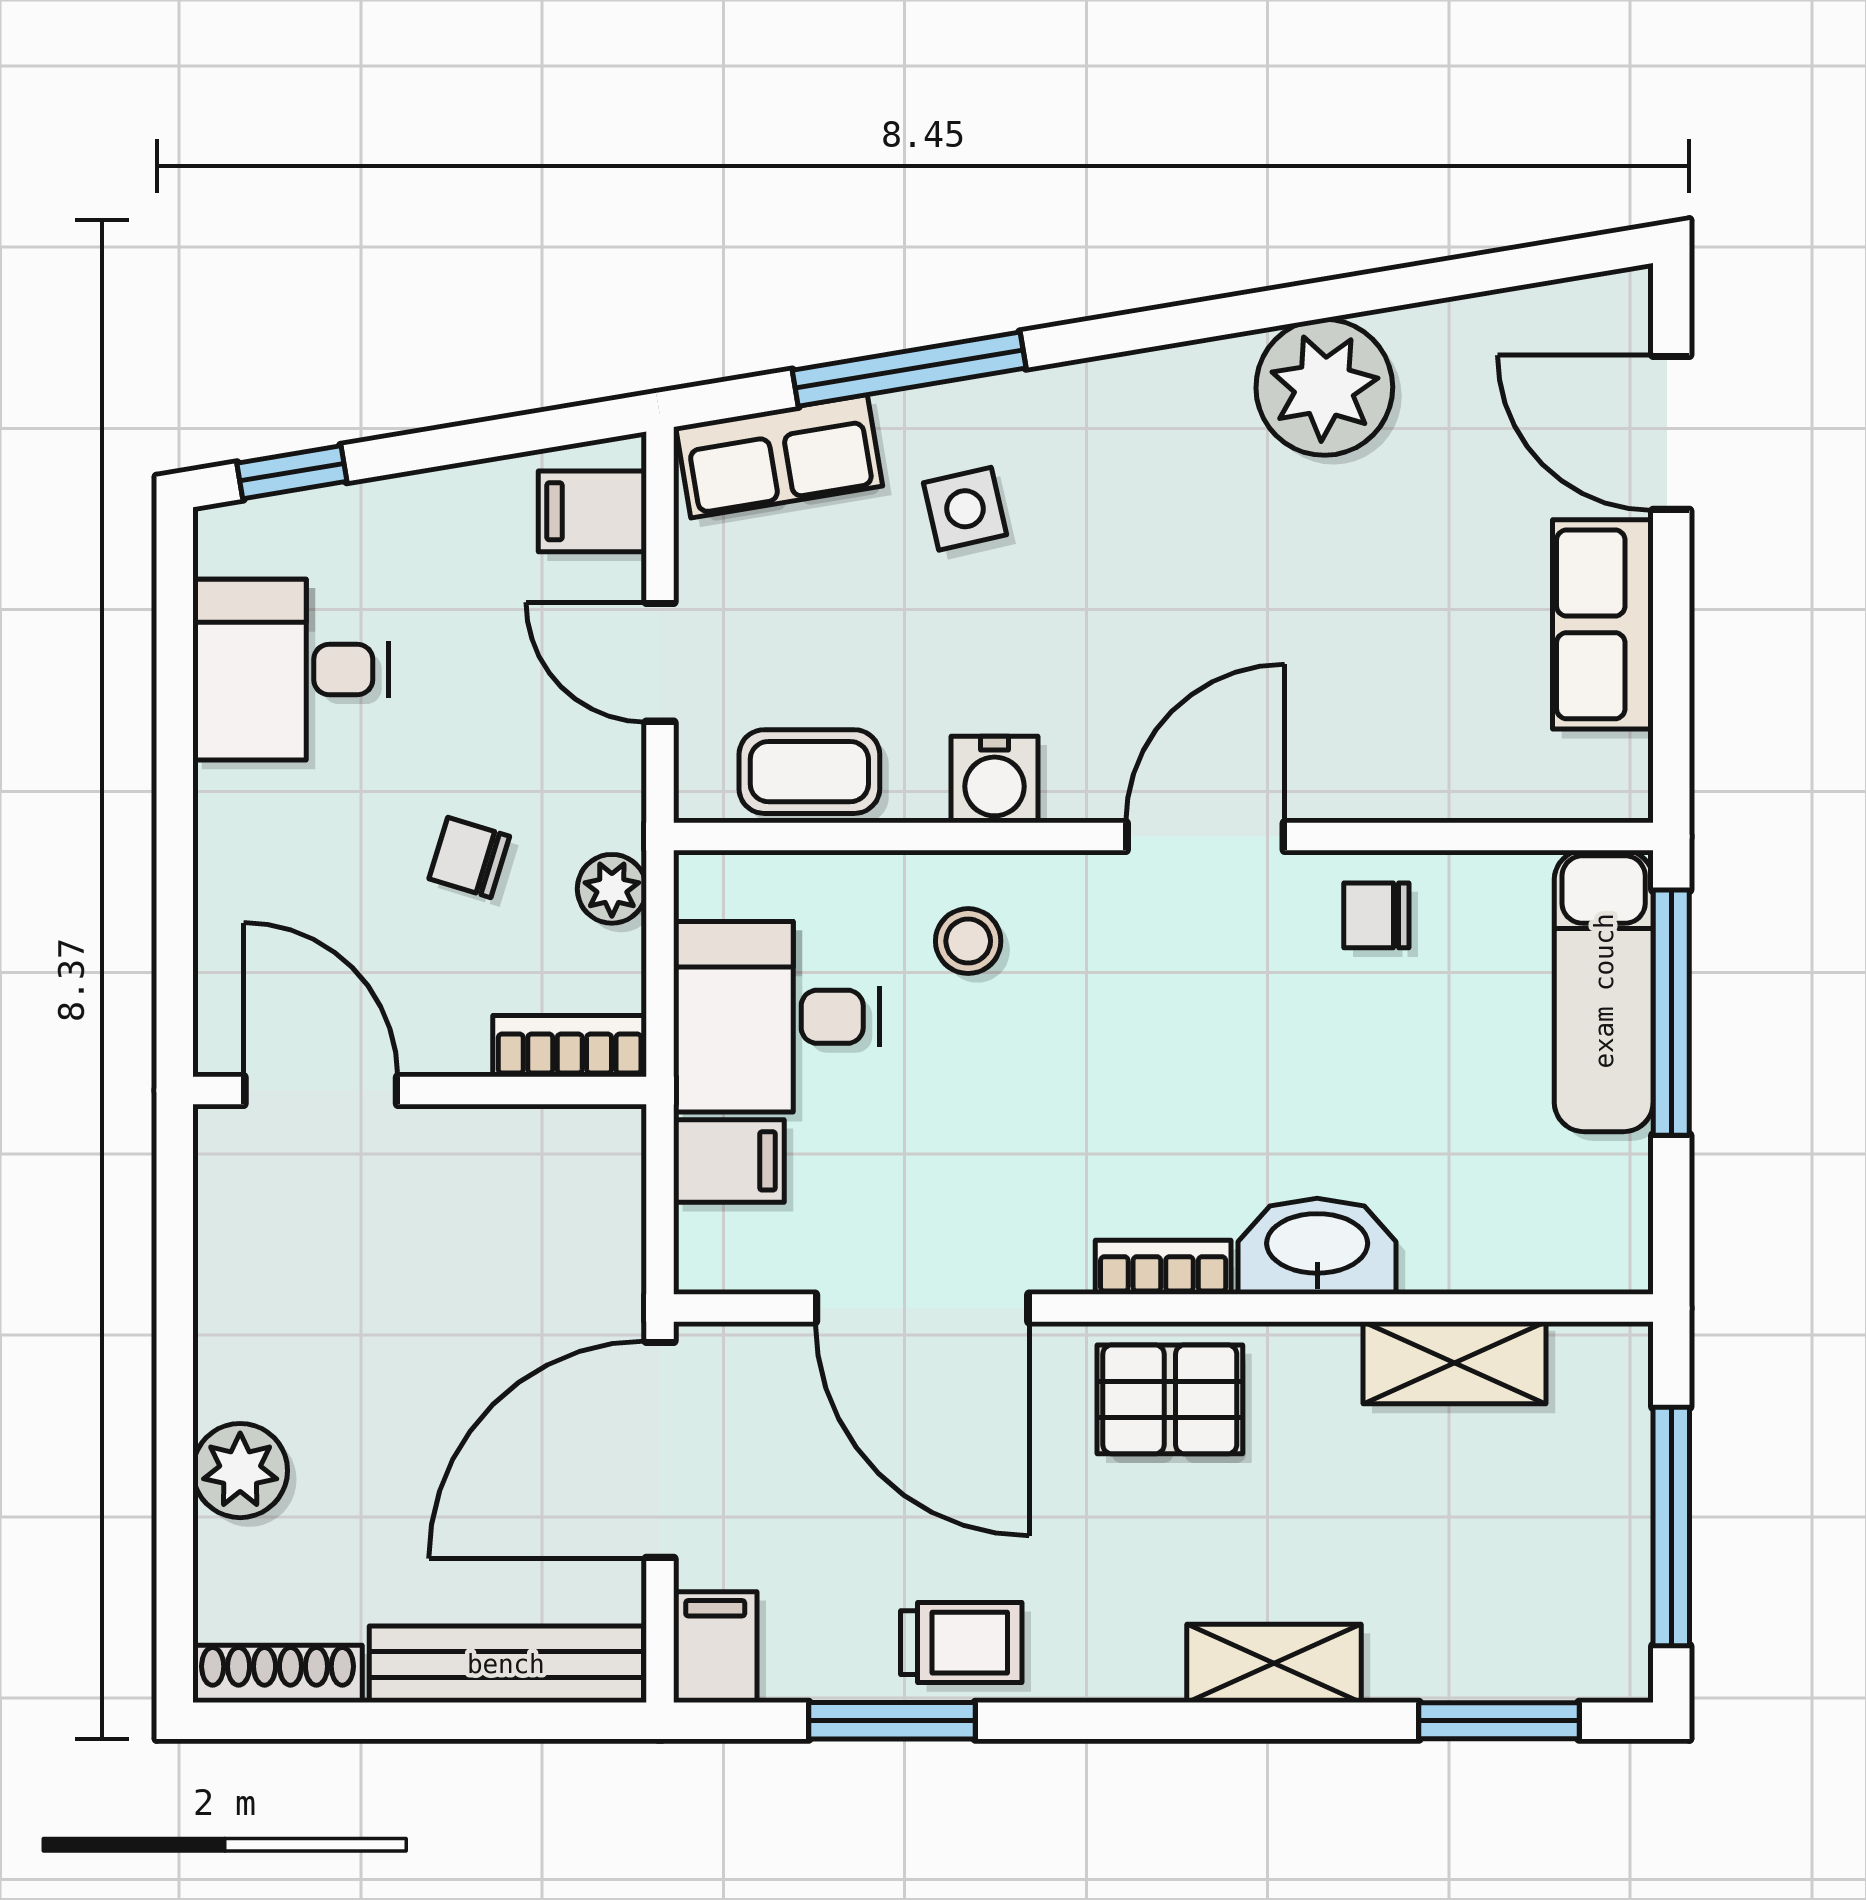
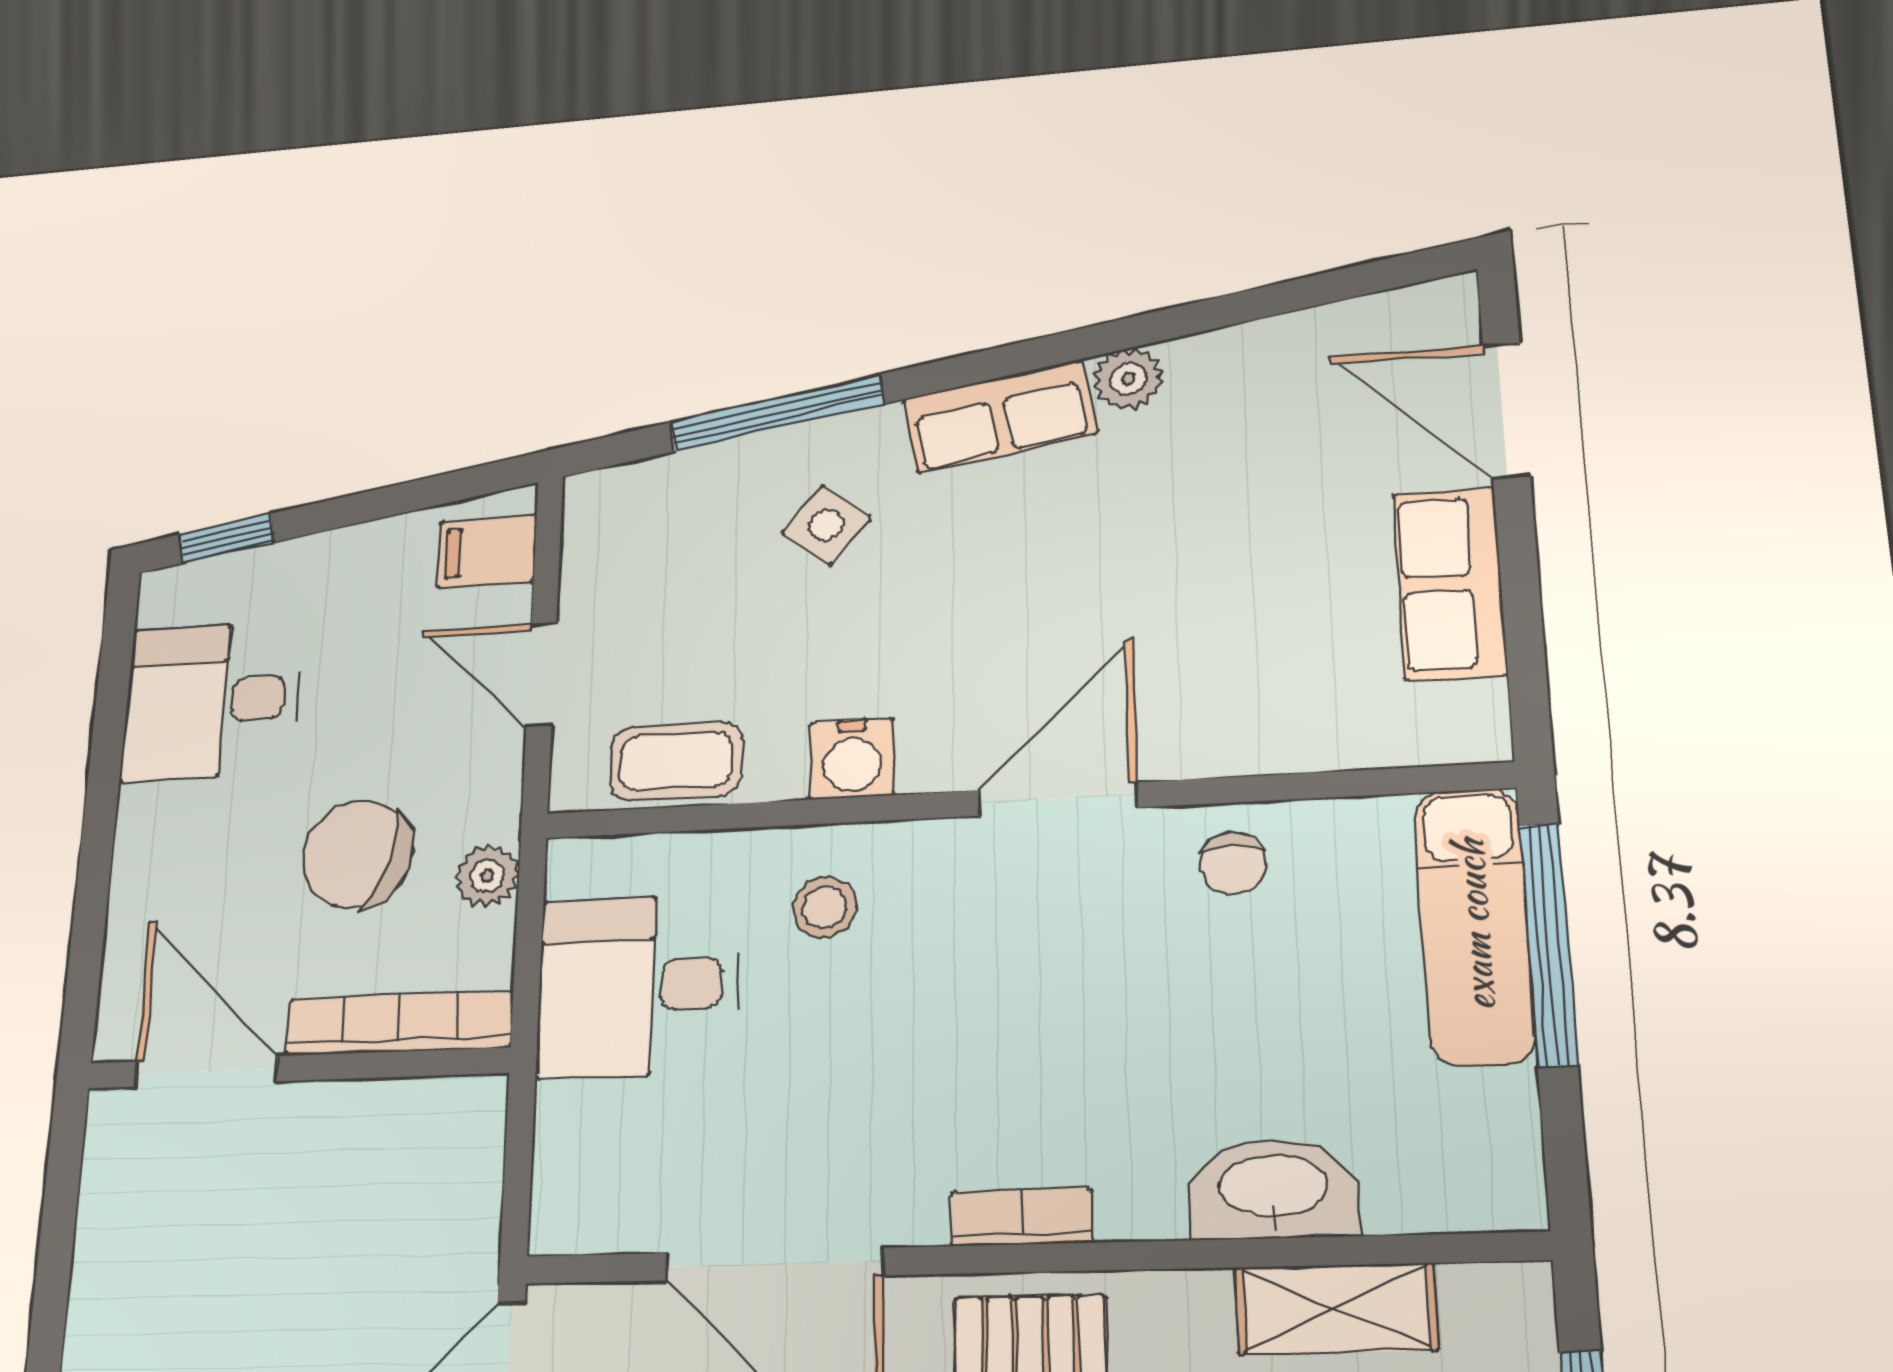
plant: (1324, 387) -> (1128, 379), width x0.53, depth x0.53
row of seats: (779, 456) -> (999, 416), moved
side table: (965, 509) -> (826, 525), turned -38
chair: (469, 857) -> (358, 854), width x1.87, depth x1.87
chair: (1376, 915) -> (1233, 864), turned -90
bookcase: (570, 1046) -> (399, 1023), width x1.56
filing cabinet: (729, 1161) -> (586, 1124), removed
washbasin: (1317, 1246) -> (1273, 1188), moved

